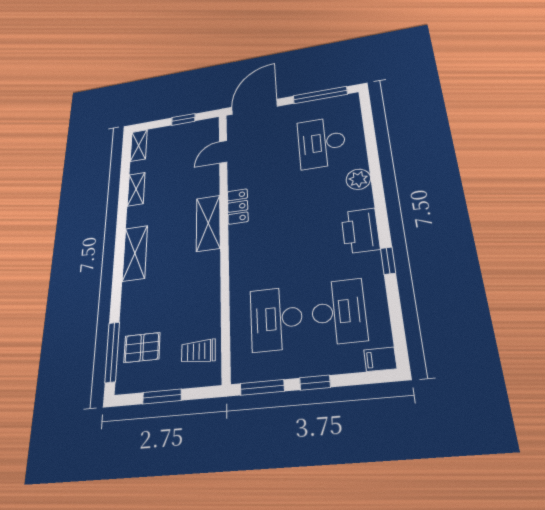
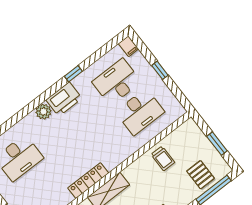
plant: (358, 179) -> (43, 112), moved
locker: (238, 206) -> (88, 181), width x1.53
trolley: (198, 351) -> (163, 158), moved
window: (262, 387) -> (179, 95), removed

